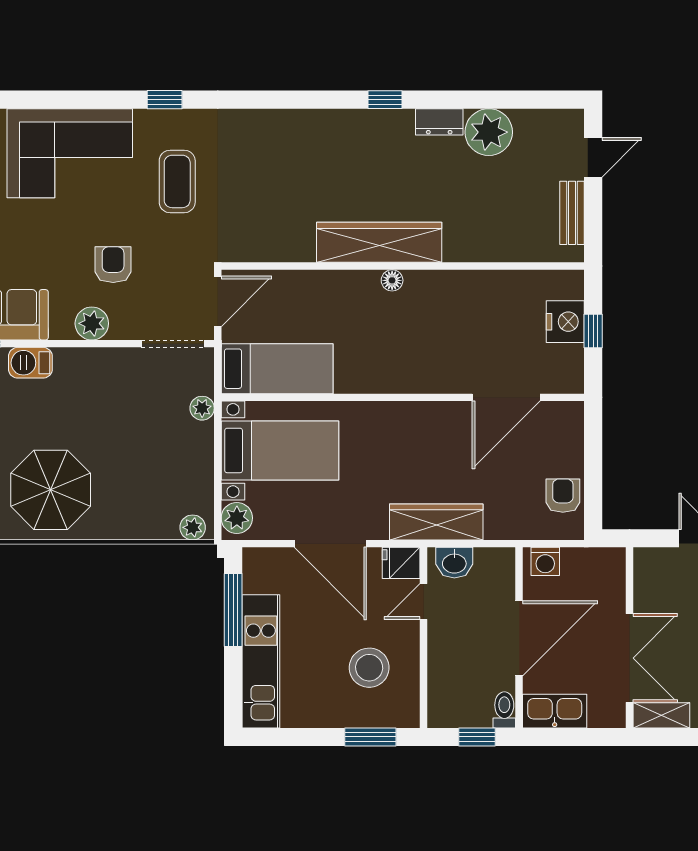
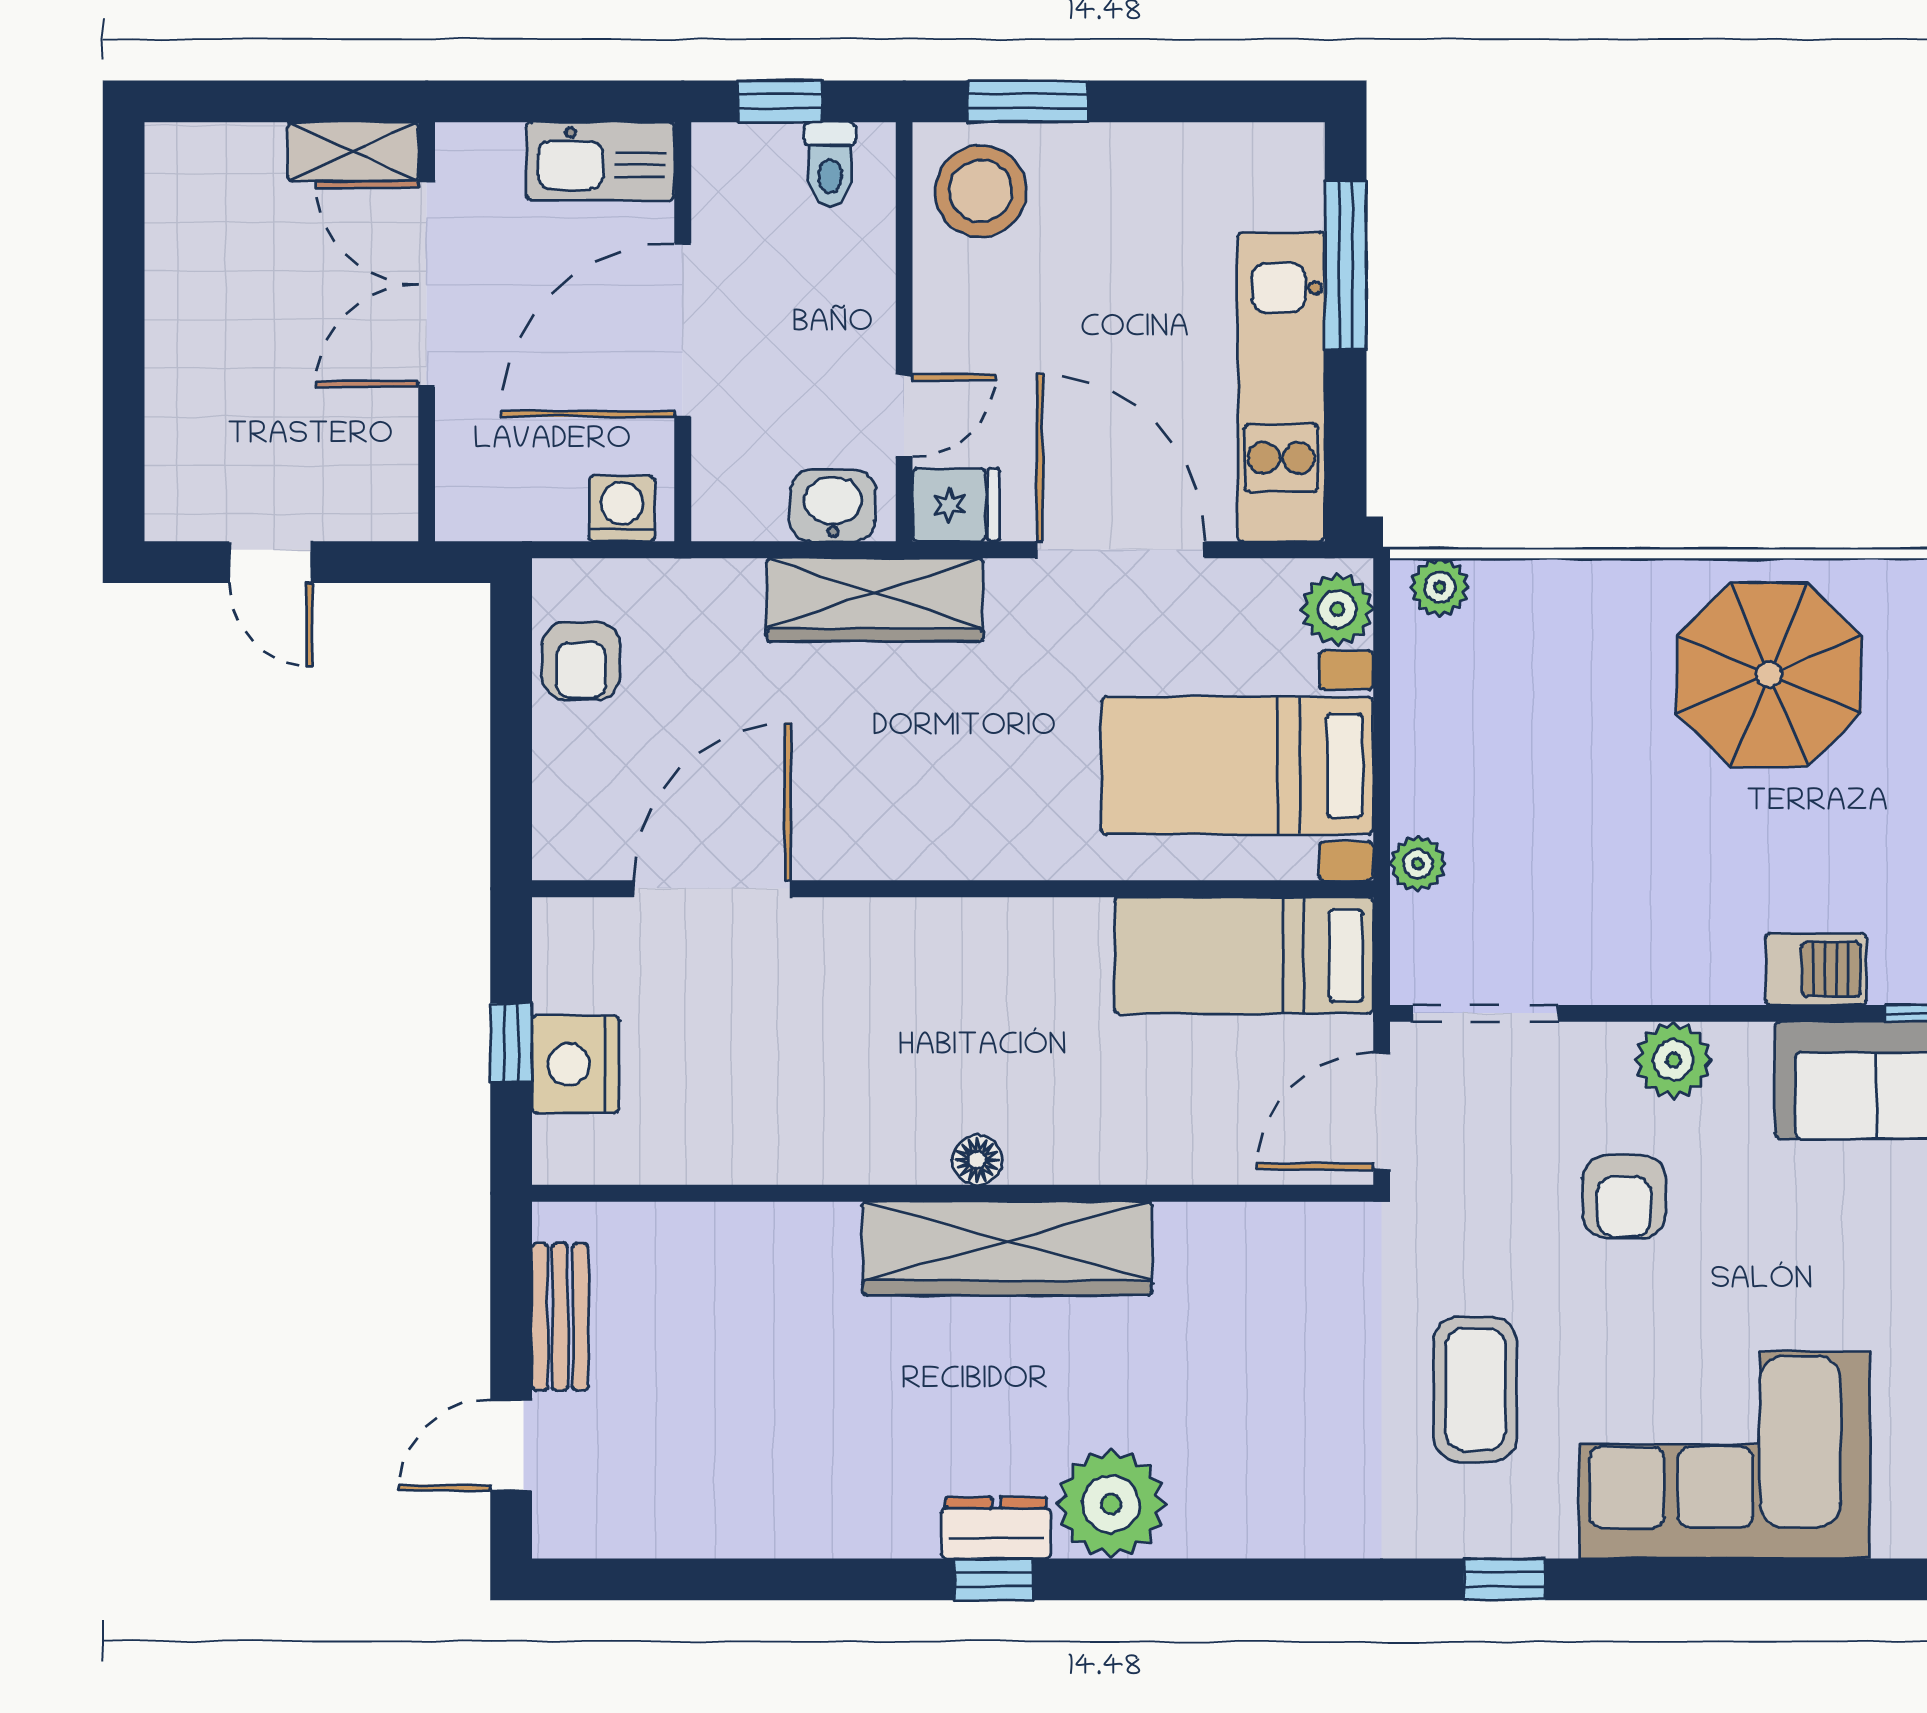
dresser: (439, 122) -> (996, 1528), moved
plant: (489, 132) -> (1111, 1504), moved
window: (233, 610) -> (1346, 265), moved
kitchen unit: (261, 661) -> (1281, 387), moved
stool: (369, 668) -> (981, 191), moved
toilet: (504, 710) -> (830, 164), moved

